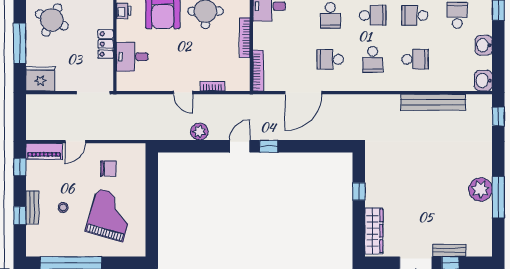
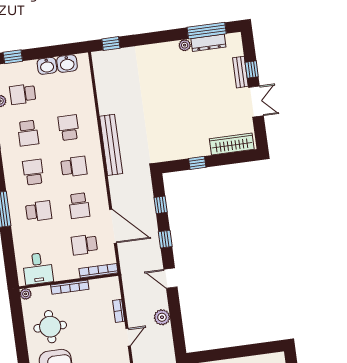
school desk: (288, 59) -> (84, 245), added
washbasin: (483, 81) -> (67, 64), moved
bench: (433, 102) -> (111, 145), moved
window: (269, 146) -> (165, 239), moved
window: (319, 146) -> (161, 205), added
plant: (480, 189) -> (185, 45), width x0.53, depth x0.53
window: (498, 197) -> (207, 31), moved
dresser: (485, 221) -> (208, 43), added

